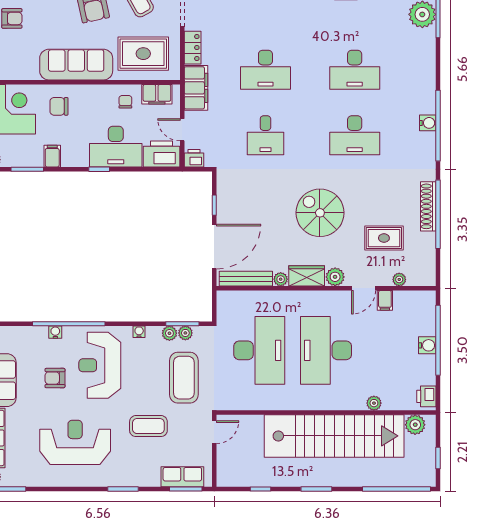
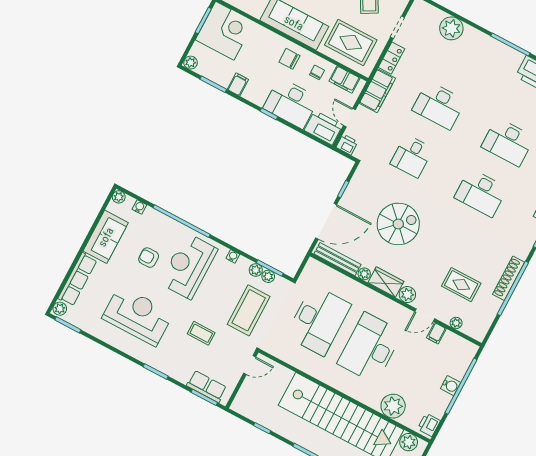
chair: (59, 106) -> (289, 59), moved
spiral stairs: (320, 213) -> (398, 224), moved, turned 90
water cooler: (55, 332) -> (139, 207), moved
plant: (374, 403) -> (393, 406), width x1.88, depth x1.88
coffee table: (148, 426) -> (201, 333), width x0.73, depth x0.77

